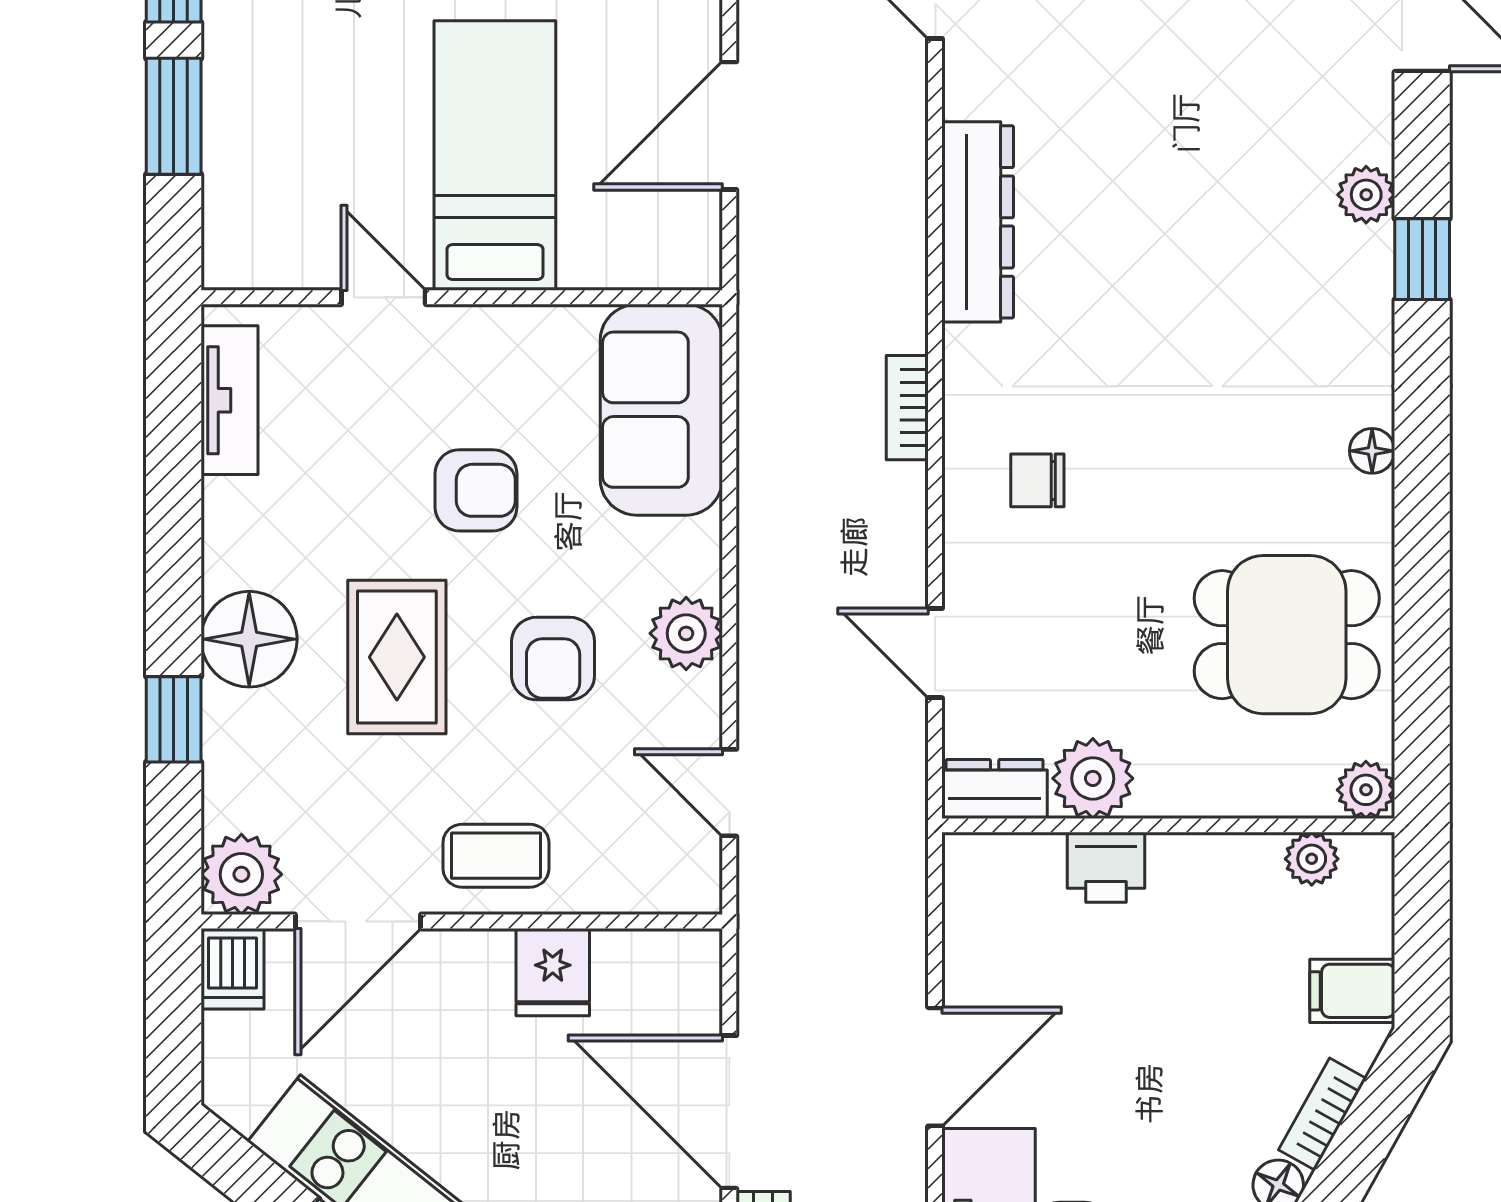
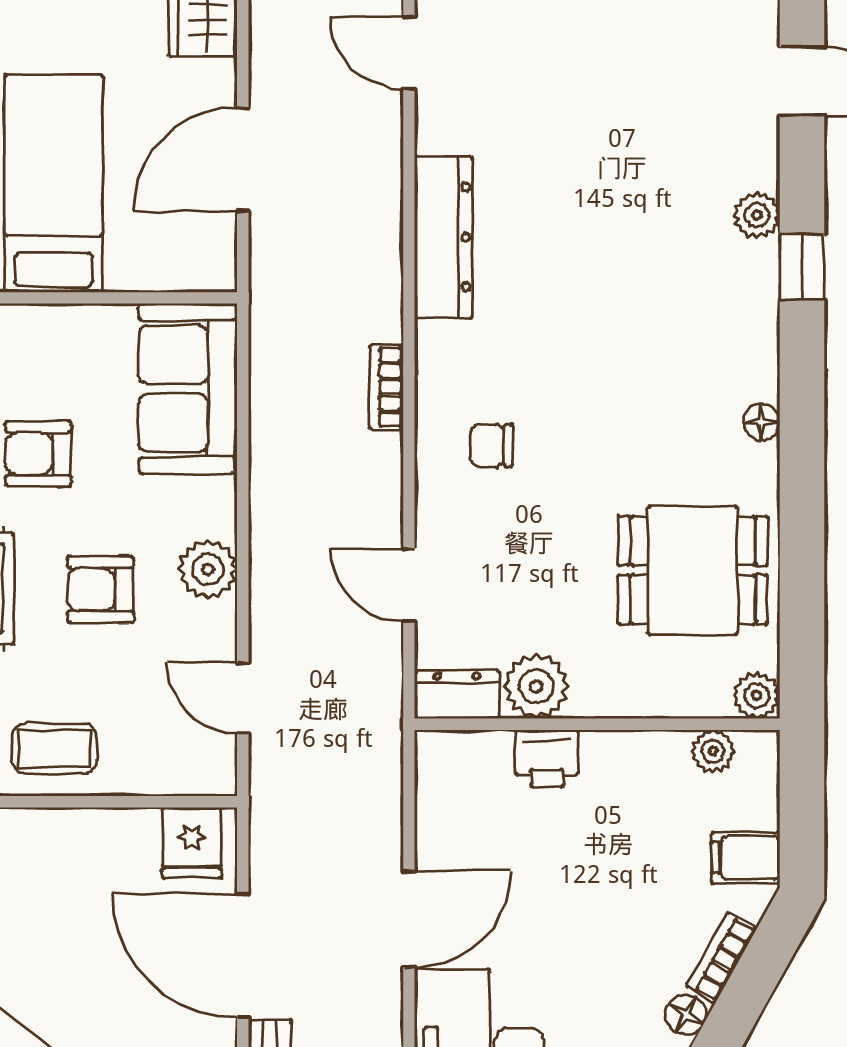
armchair: (476, 490) -> (38, 454), turned 180
armchair: (553, 659) -> (100, 590), turned 90
fridge: (553, 972) -> (192, 843), moved

